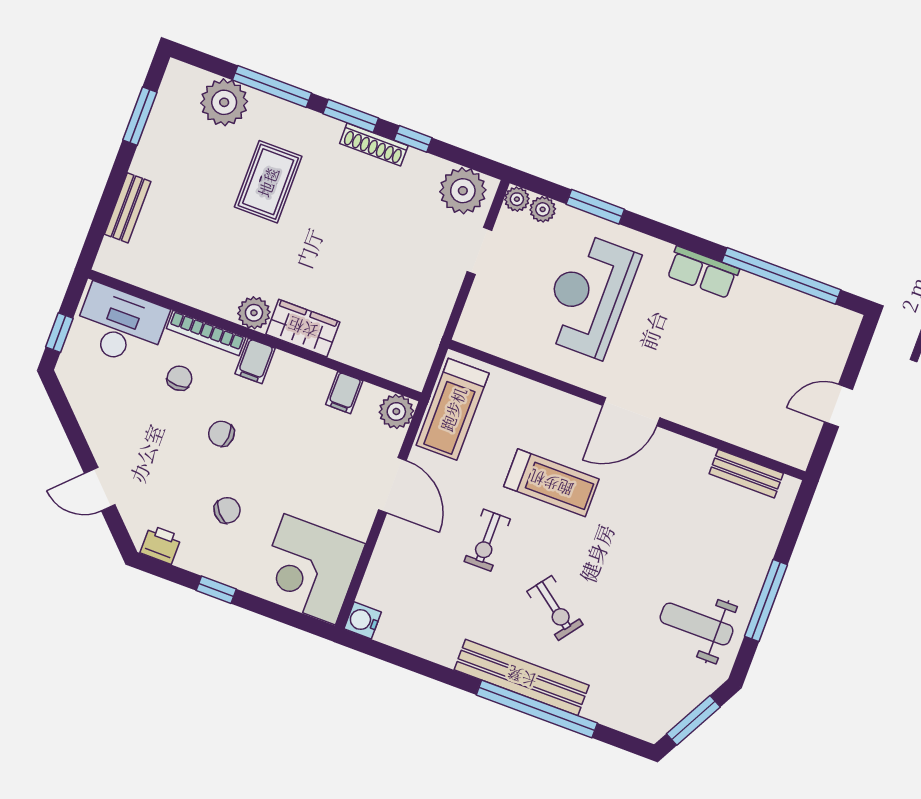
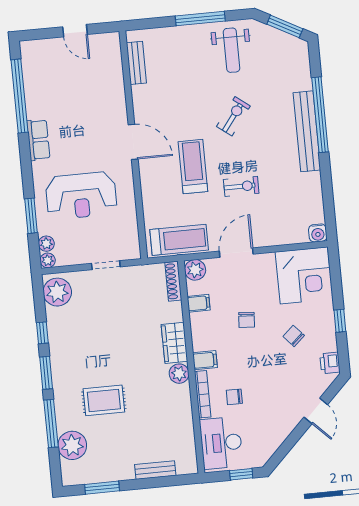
shoe rack: (374, 145) -> (173, 281), moved, turned 180
doorway: (479, 251) -> (106, 265), moved
chair: (221, 434) -> (247, 320), moved
exercise bike: (555, 608) -> (233, 116), moved

